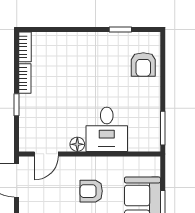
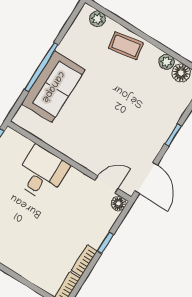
floor lamp: (77, 144) -> (119, 204), moved
armchair: (91, 191) -> (88, 129), removed

